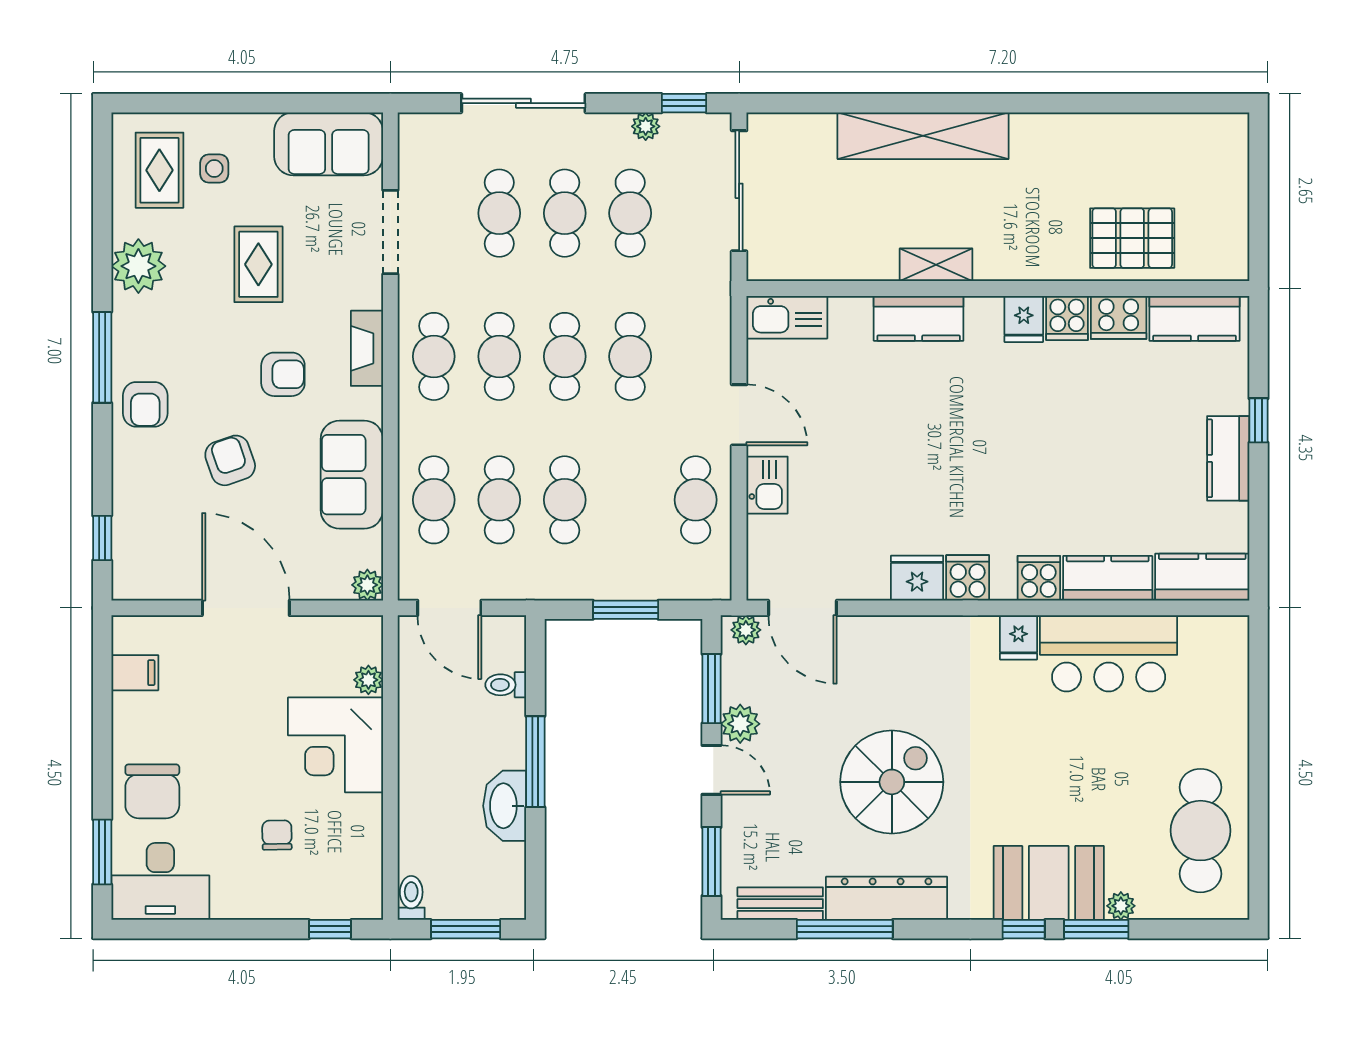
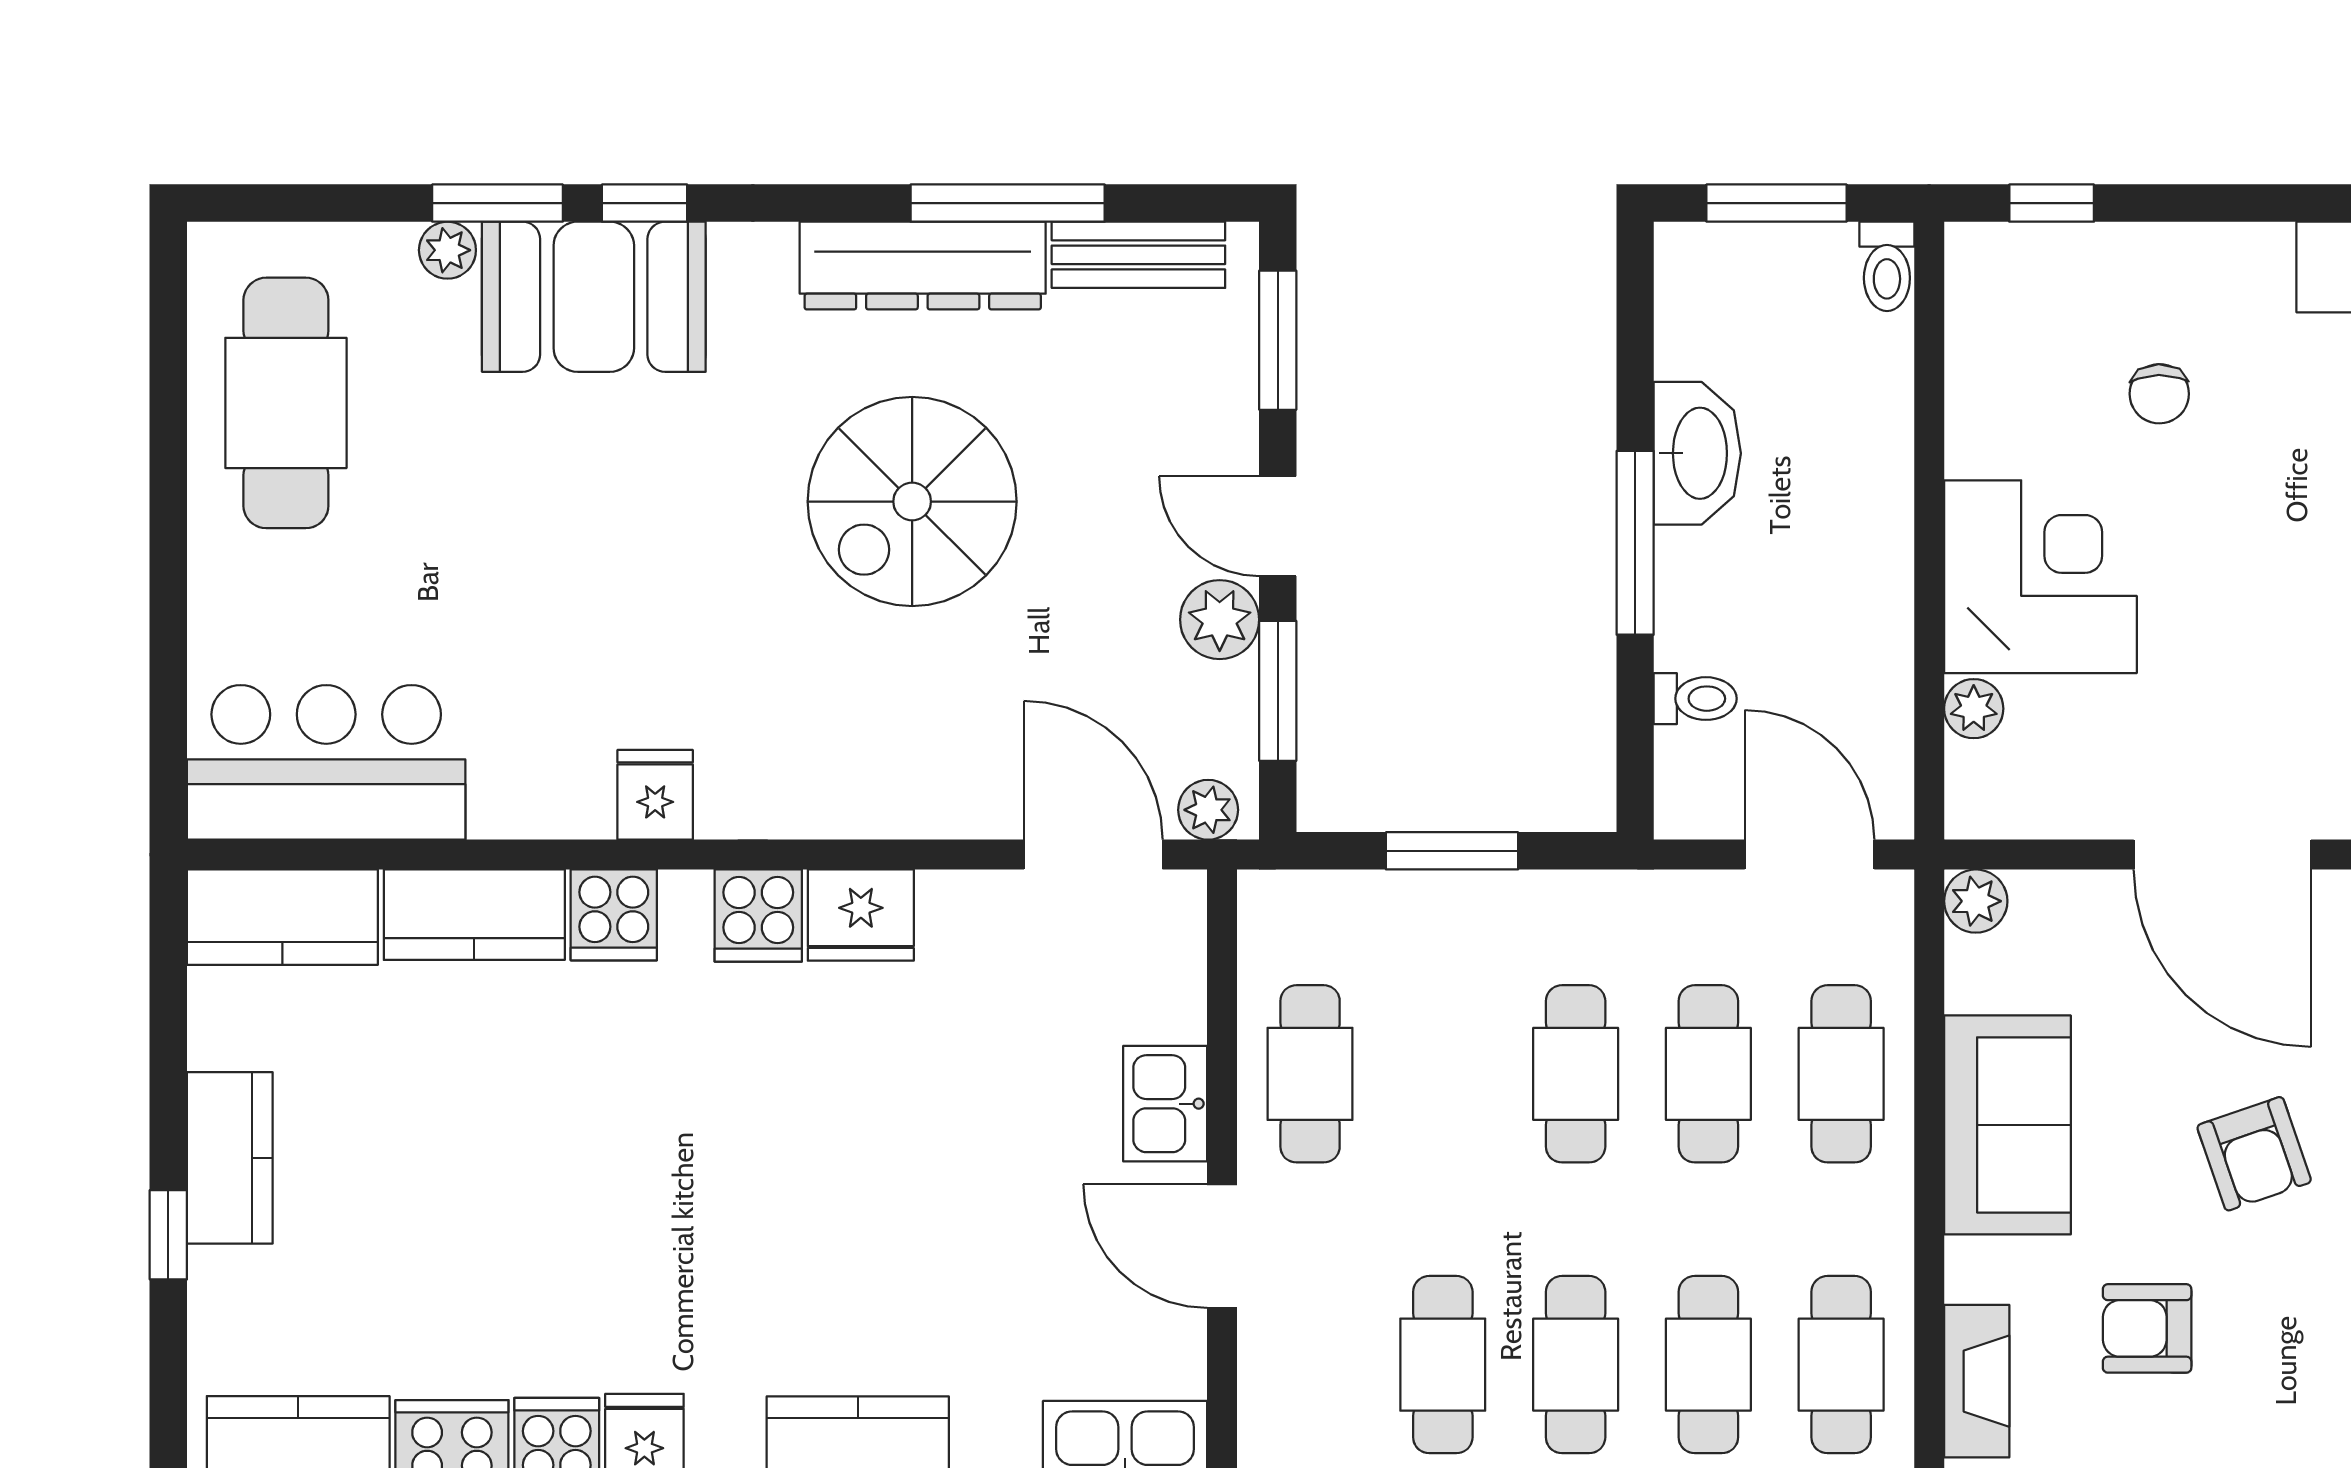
bar counter: (1109, 653) -> (326, 762), moved

